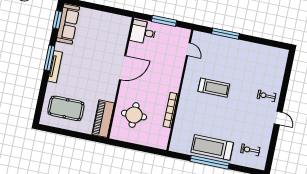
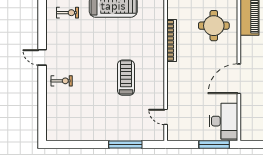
window: (164, 21) -> (214, 145), moved
desk: (143, 32) -> (223, 121), width x1.37
treadmill: (214, 88) -> (126, 78), turned 90

